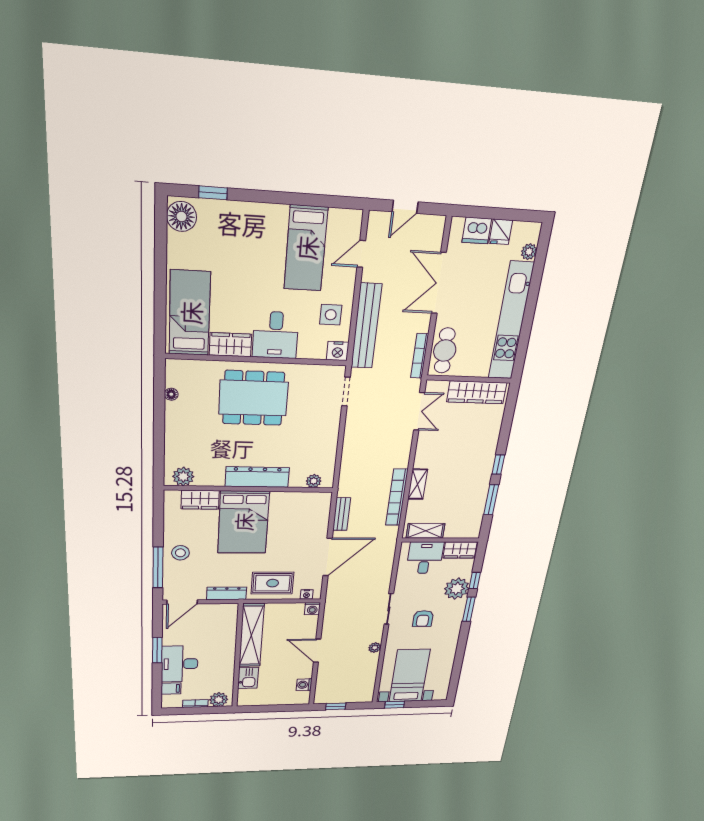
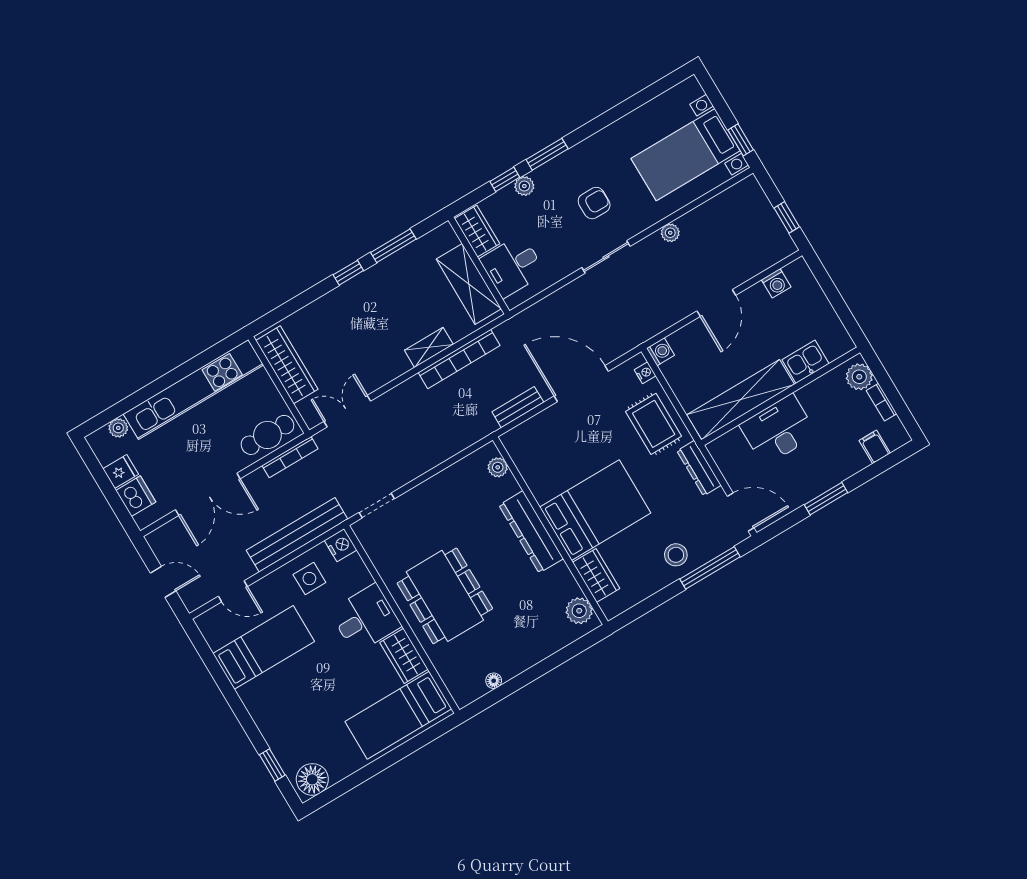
shelving: (425, 531) -> (469, 284), width x1.50, depth x1.33
plant: (457, 589) -> (524, 186), width x0.53, depth x0.53
desk: (180, 664) -> (778, 430), moved, turned 180

